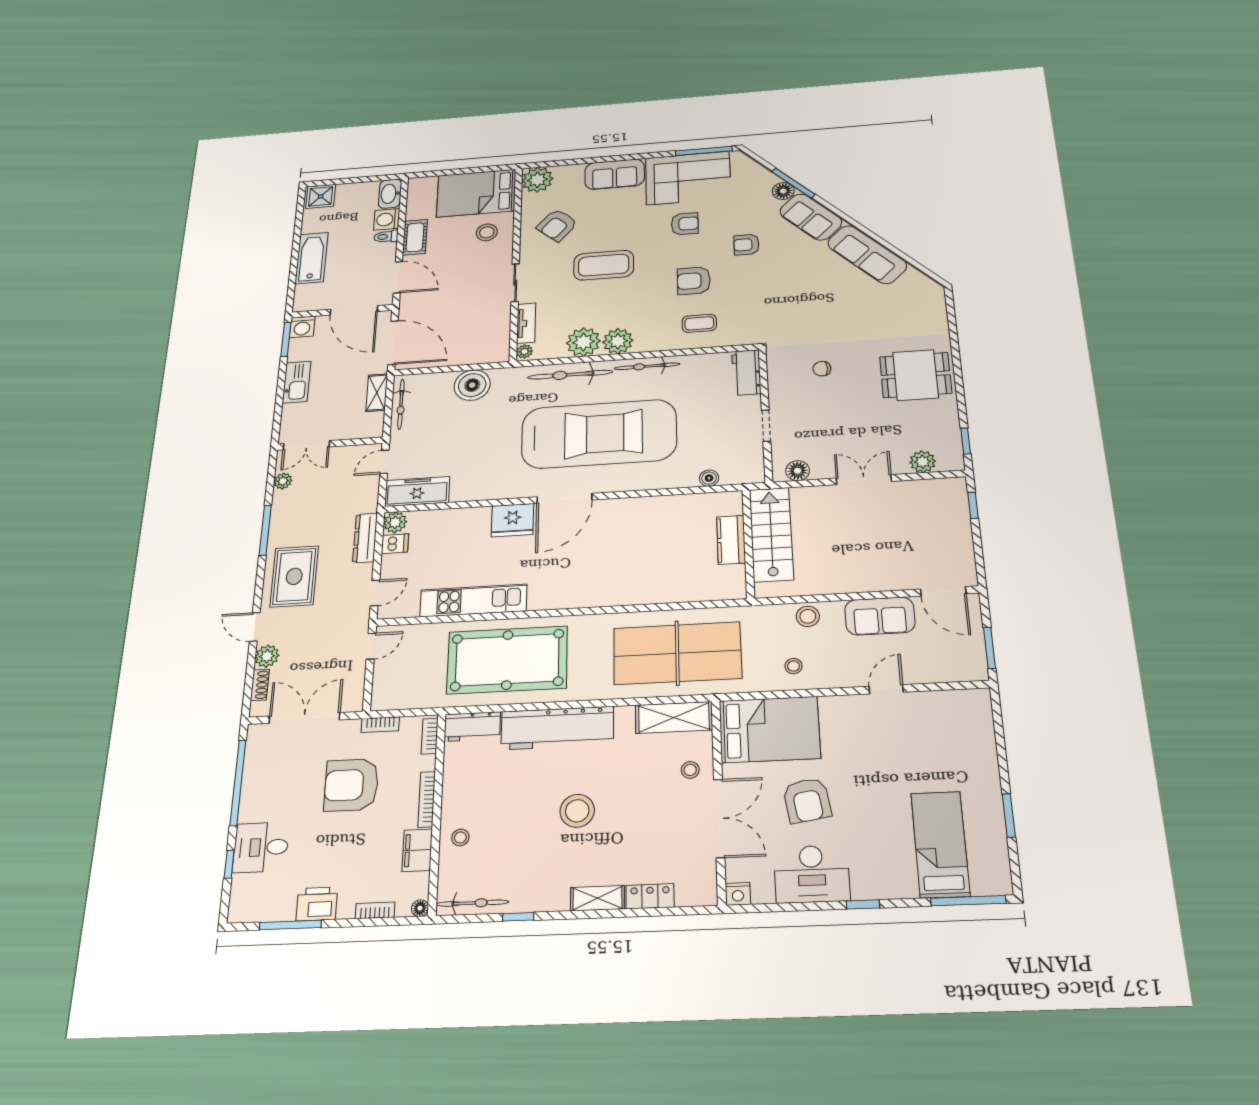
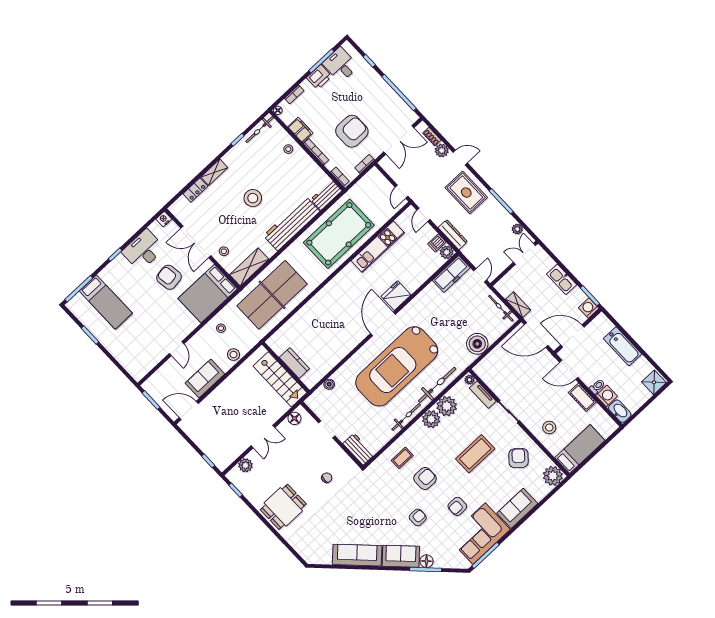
bed: (476, 193) -> (580, 449), width x0.67
desk: (261, 847) -> (340, 65), moved, turned -90

